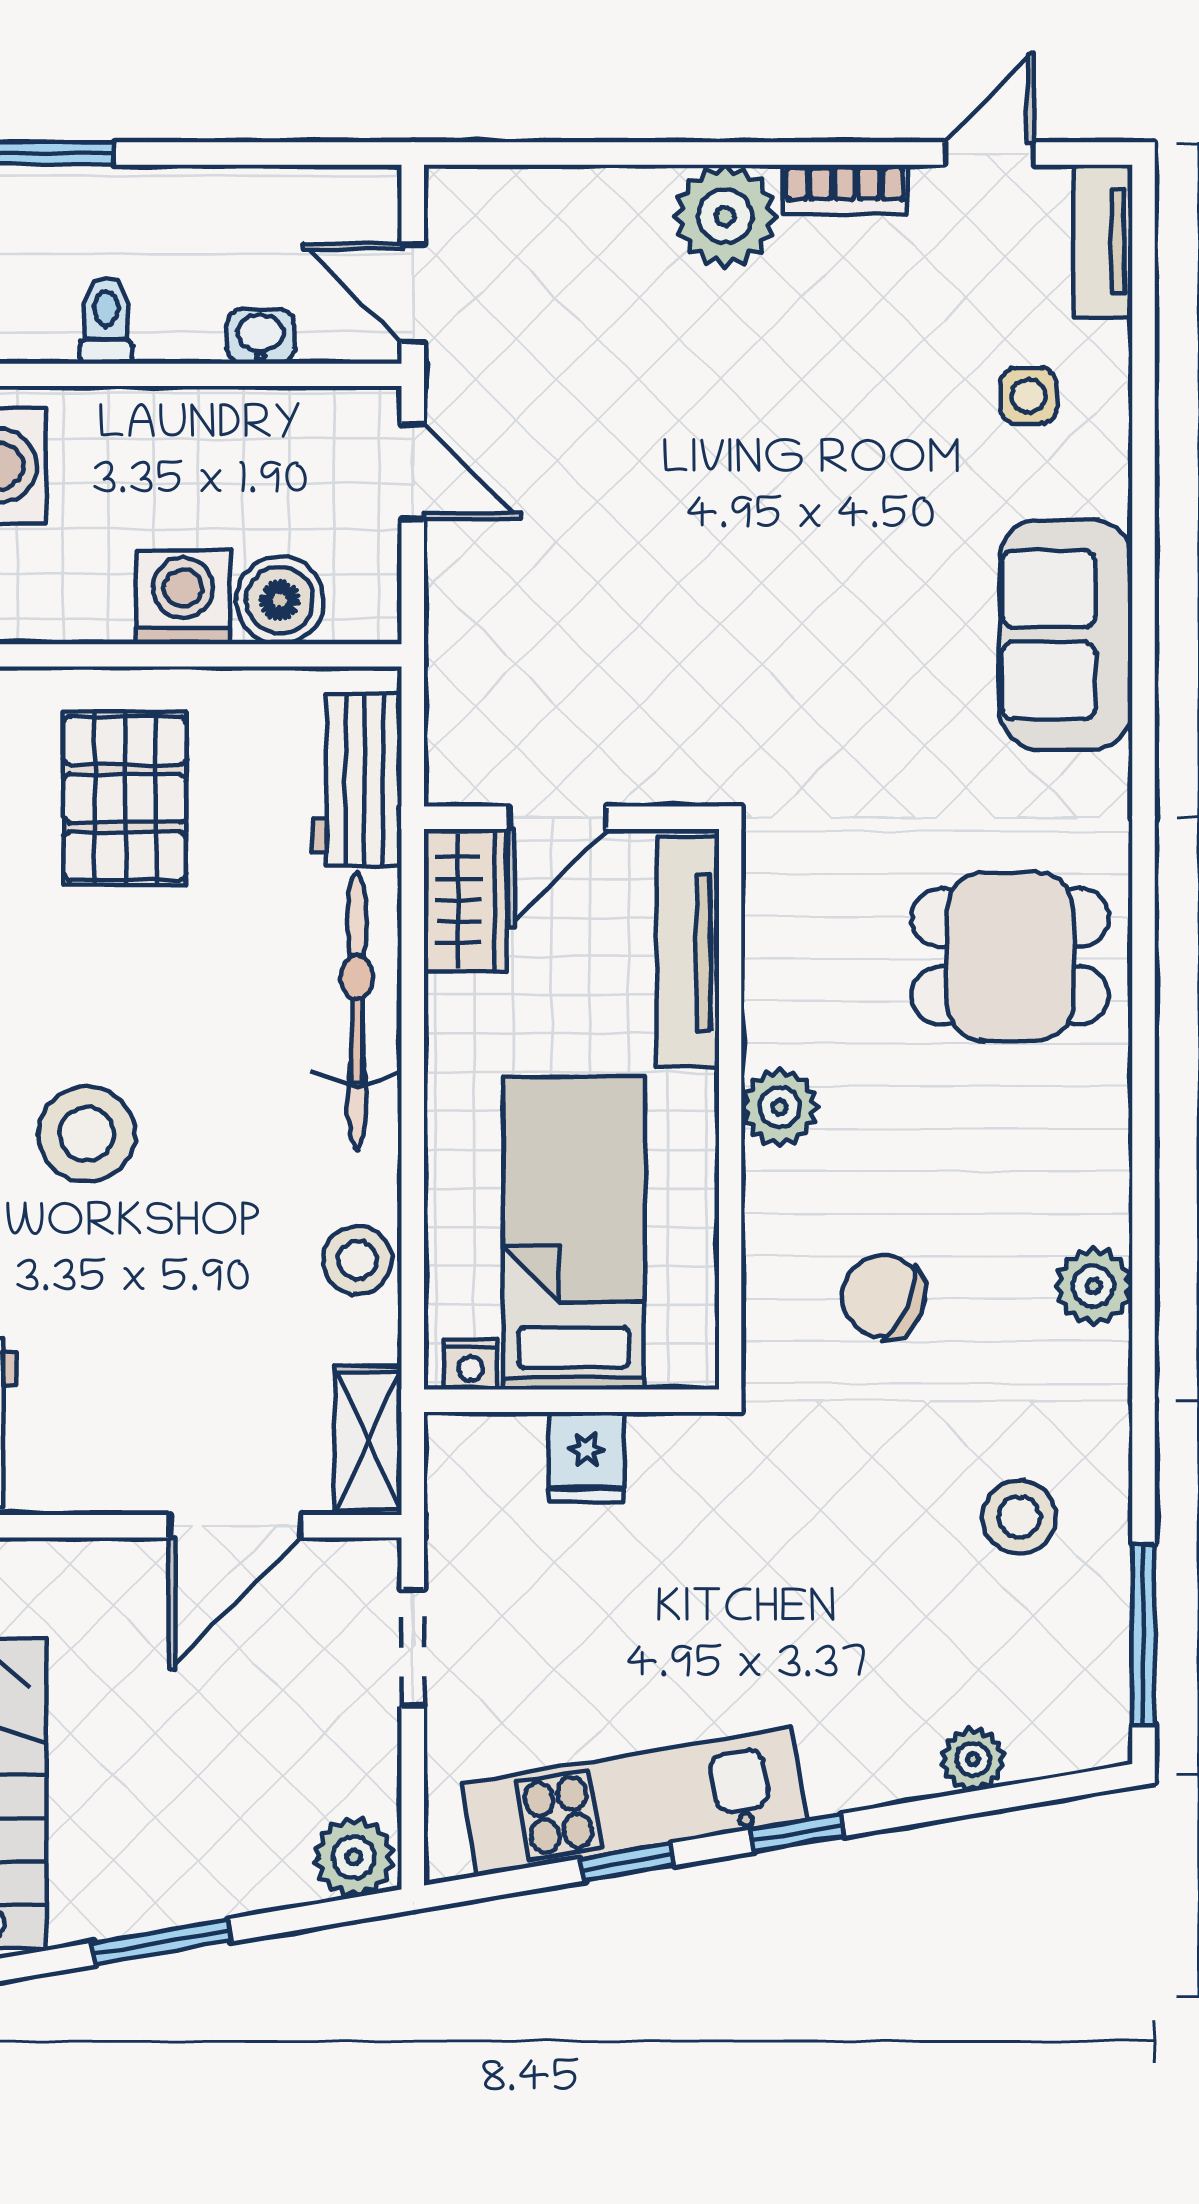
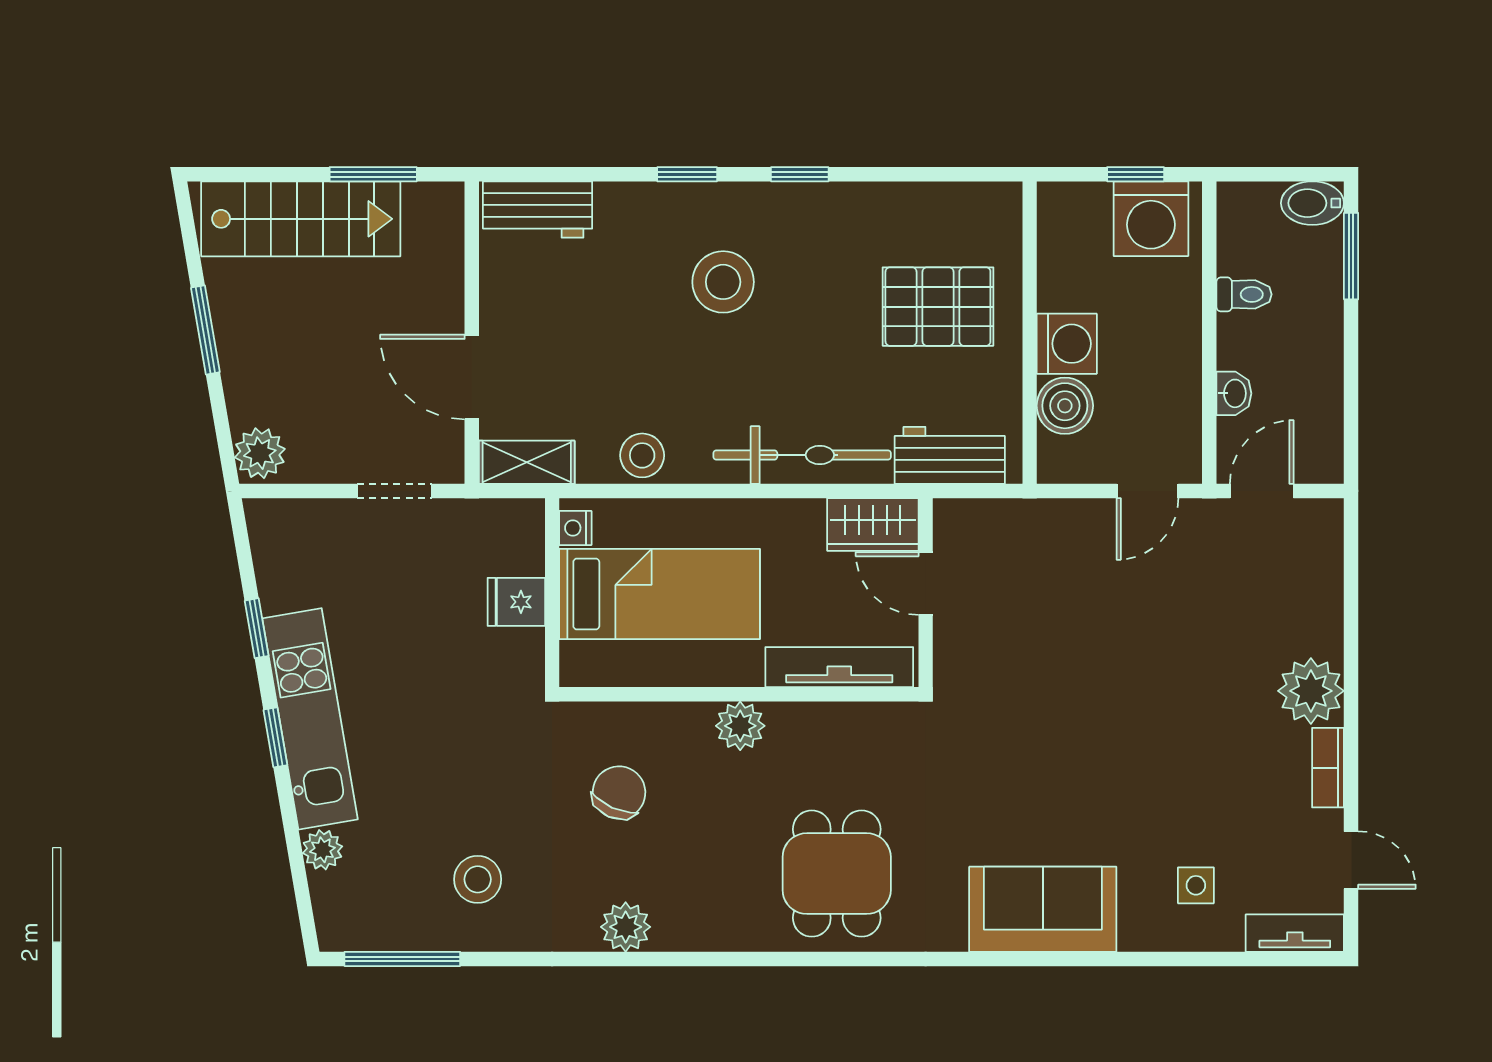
kitchen unit: (634, 1802) -> (310, 719), moved

